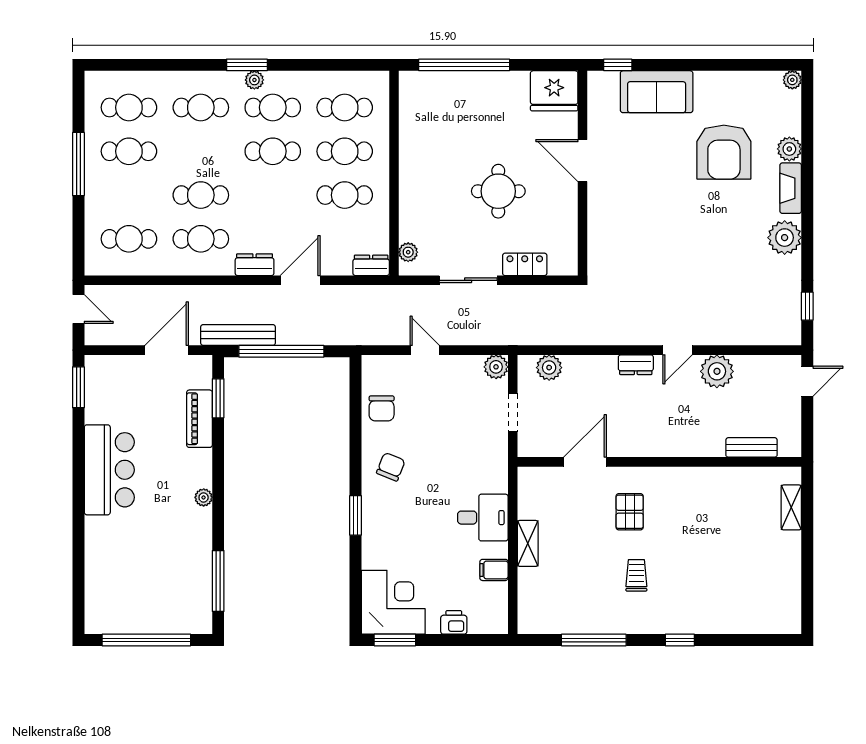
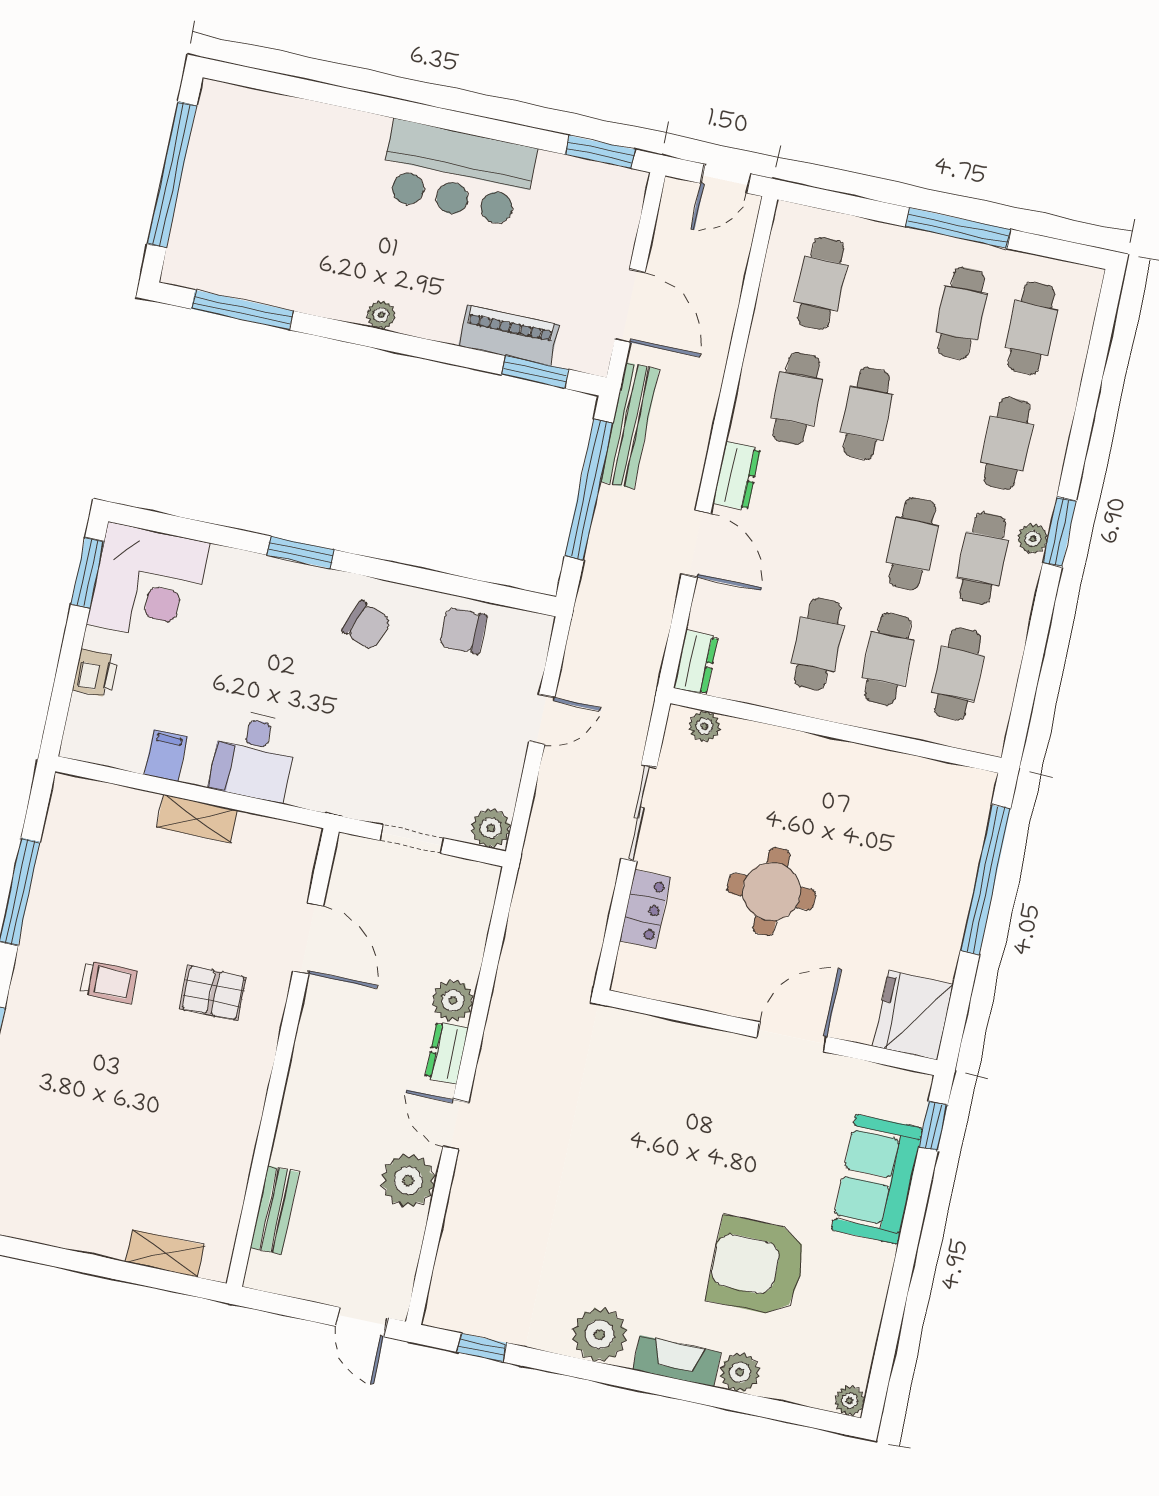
plant: (549, 368) -> (453, 1000), moved

